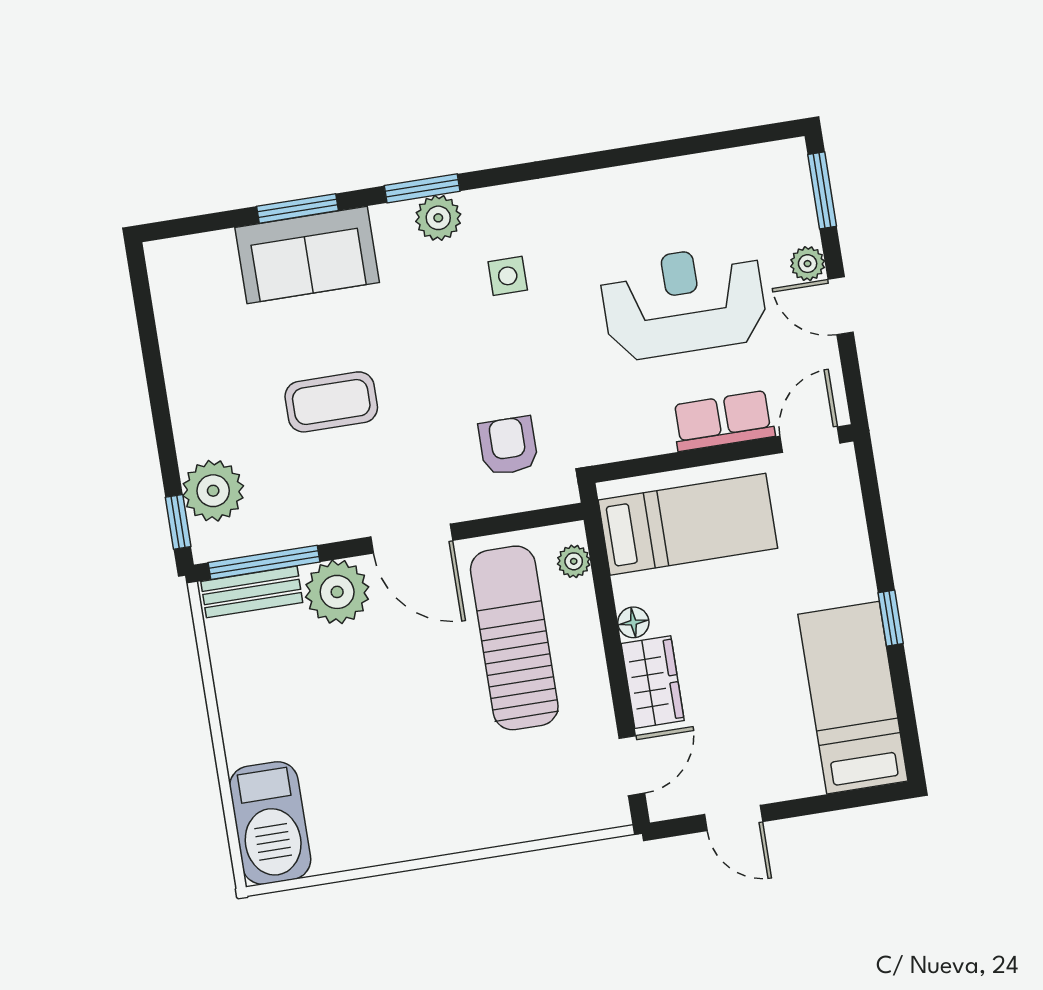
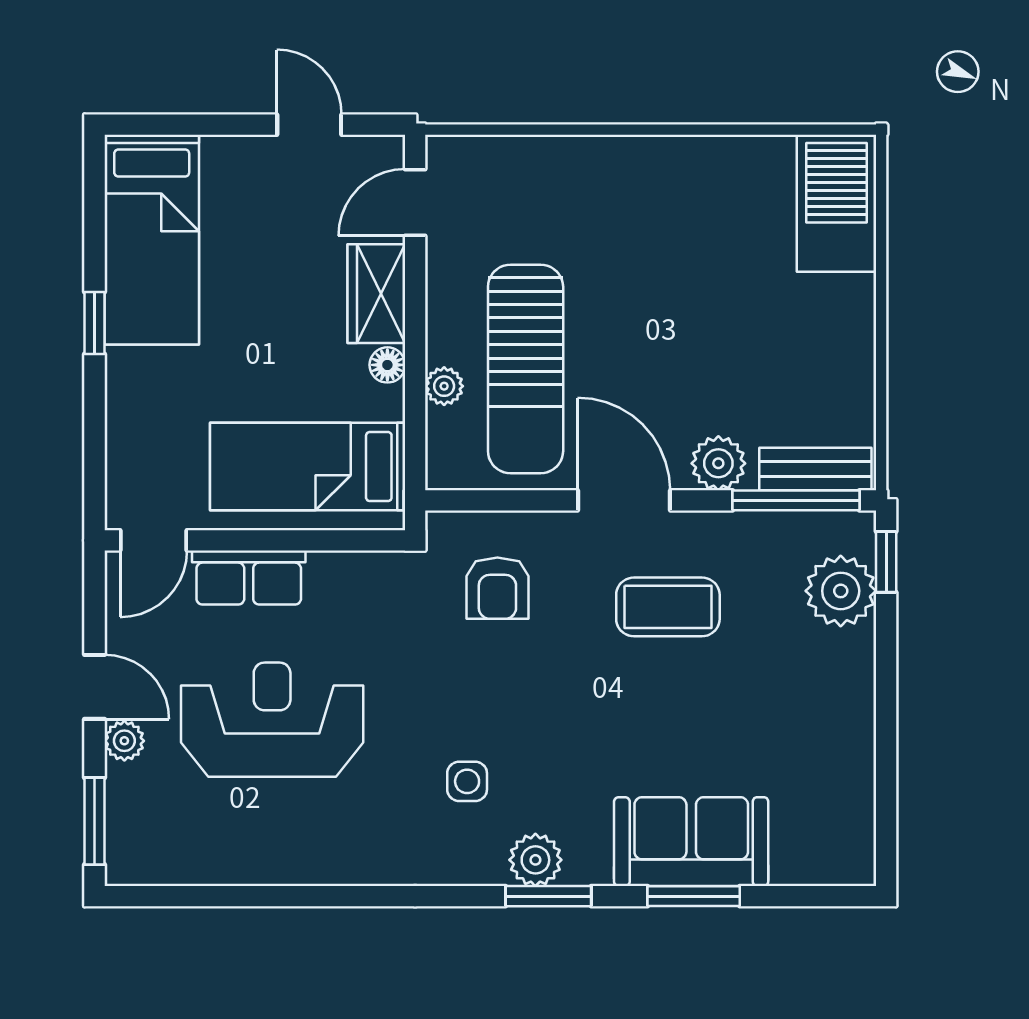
reception desk: (684, 302) -> (272, 720), turned 180
coffee table: (331, 402) -> (668, 607), moved
plant: (574, 561) -> (444, 386), moved
plant: (337, 592) -> (718, 463), width x0.73, depth x0.73

